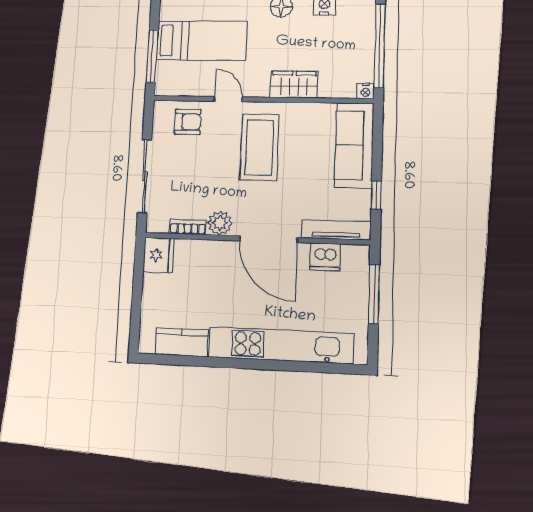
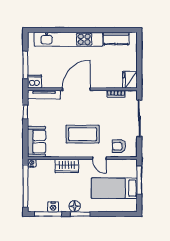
sofa: (354, 145) -> (36, 142), width x0.73
coffee table: (259, 147) -> (83, 134), turned 90
plant: (220, 223) -> (100, 96), removed
door: (268, 239) -> (76, 89), hinge flipped
dishwasher: (325, 257) -> (35, 82), moved

